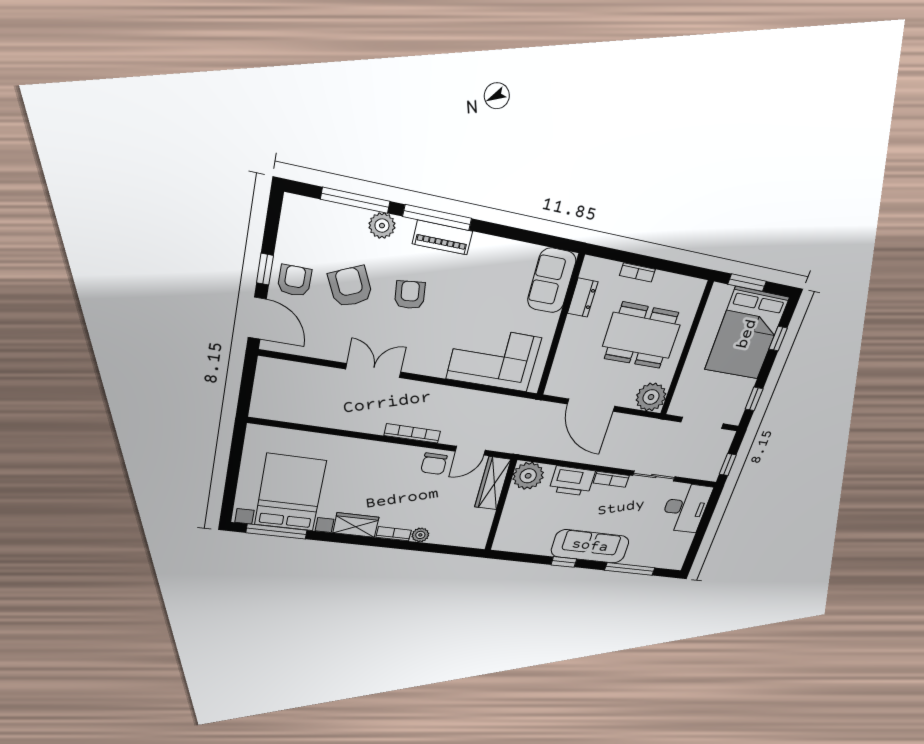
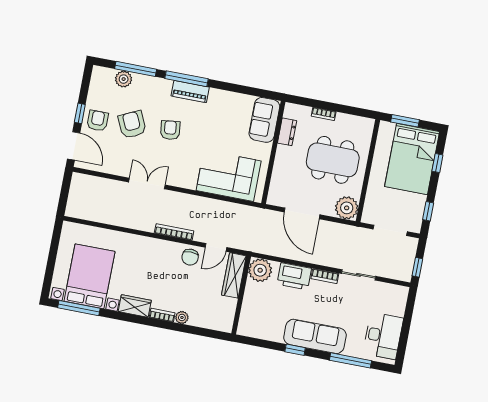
plant: (382, 226) -> (124, 79), moved
desk: (686, 508) -> (383, 336), moved

